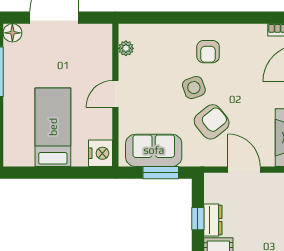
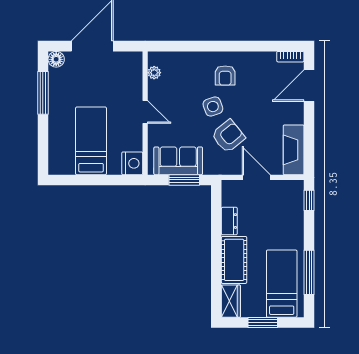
door: (115, 94) -> (145, 112), swing flipped
window: (198, 219) -> (216, 220), removed

